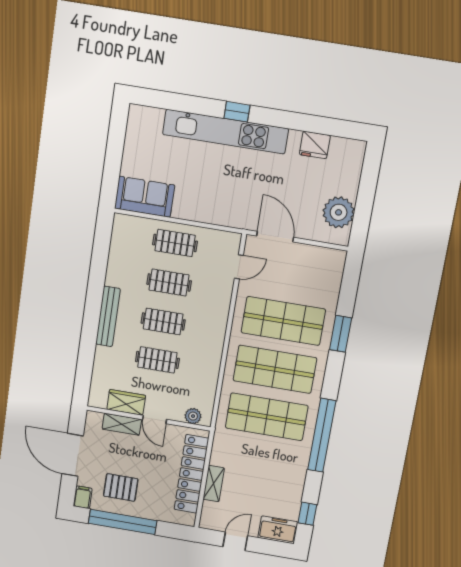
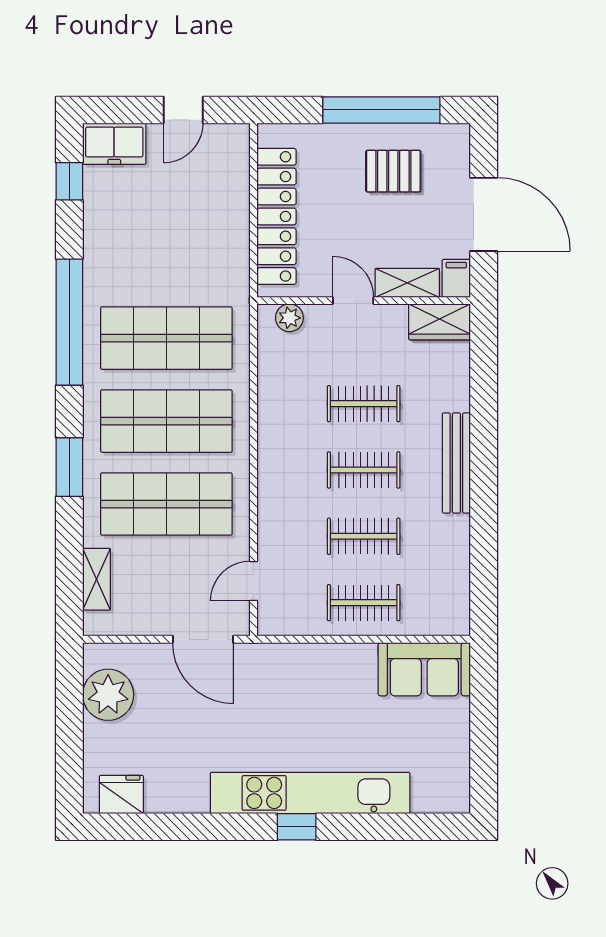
fridge: (315, 145) -> (121, 794), moved
window: (341, 334) -> (69, 467), moved
wardrobe: (126, 402) -> (440, 322), moved
shelving: (214, 484) -> (96, 579), moved
filing cabinet: (83, 497) -> (456, 278), moved, turned 180

